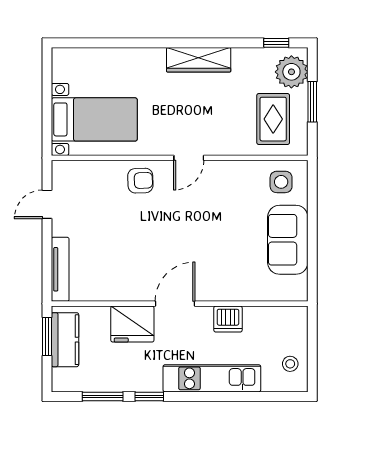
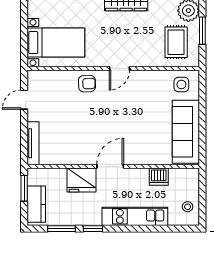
sofa: (288, 240) -> (186, 132), width x1.36
dishwasher: (228, 319) -> (159, 177), moved
kitchen counter: (65, 340) -> (36, 204), moved

